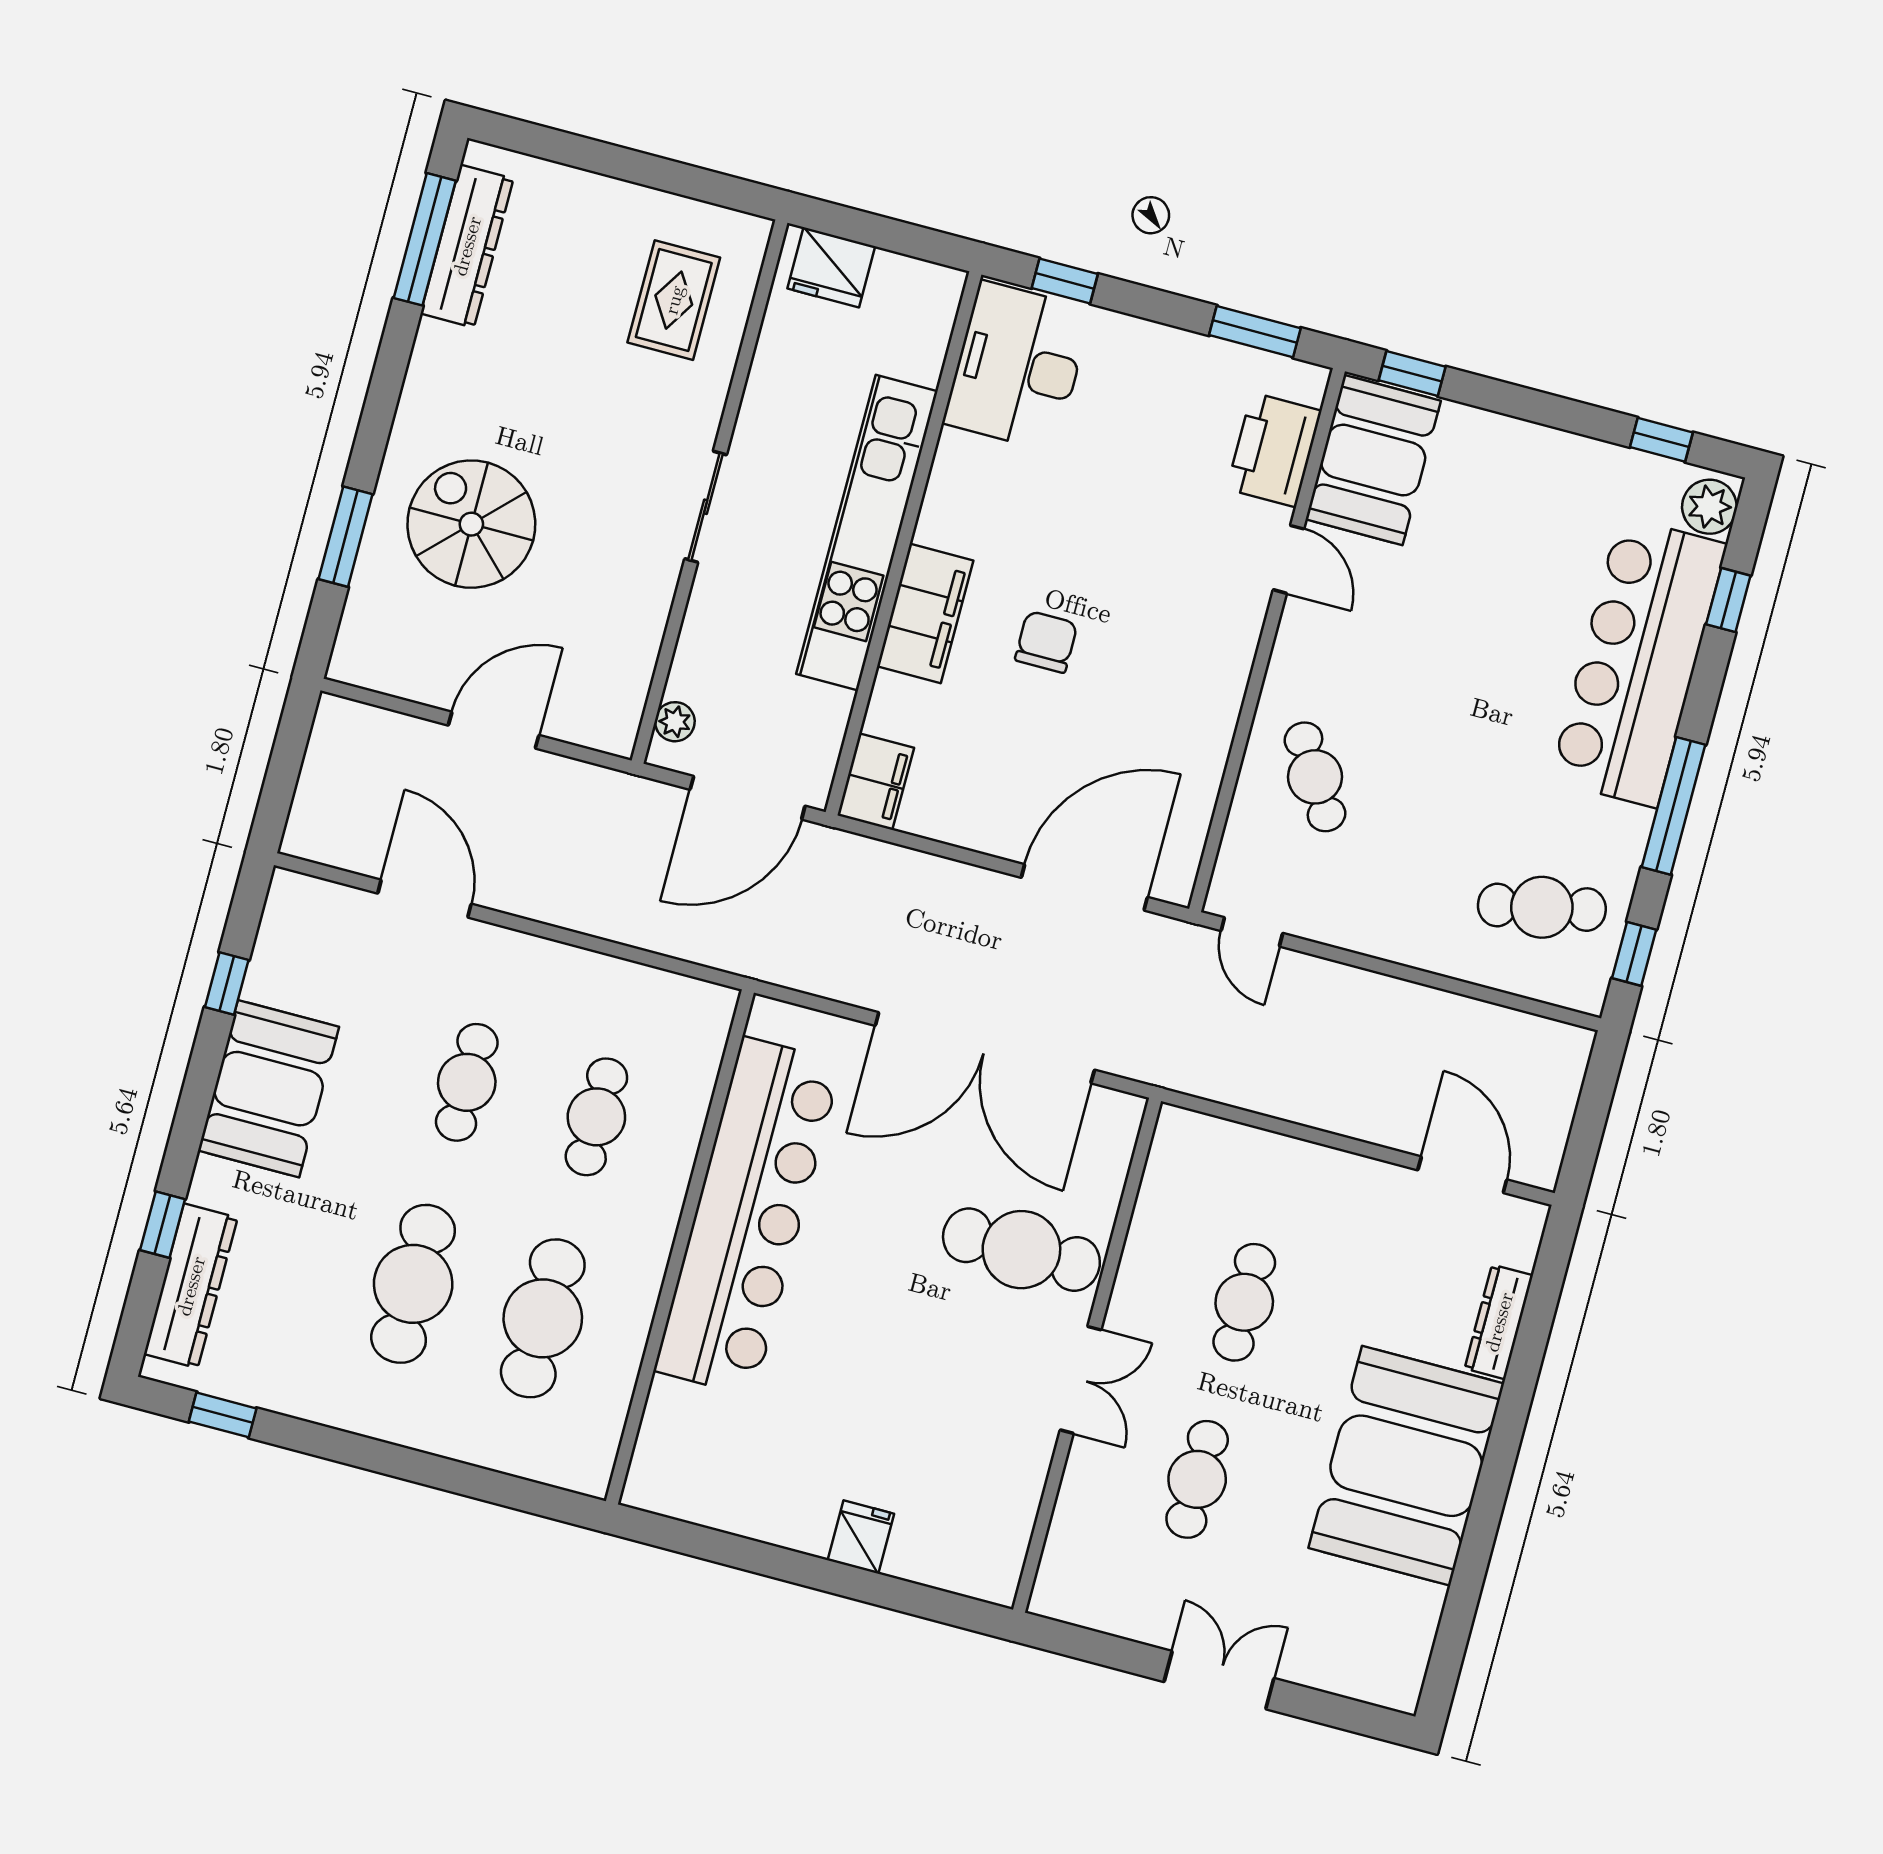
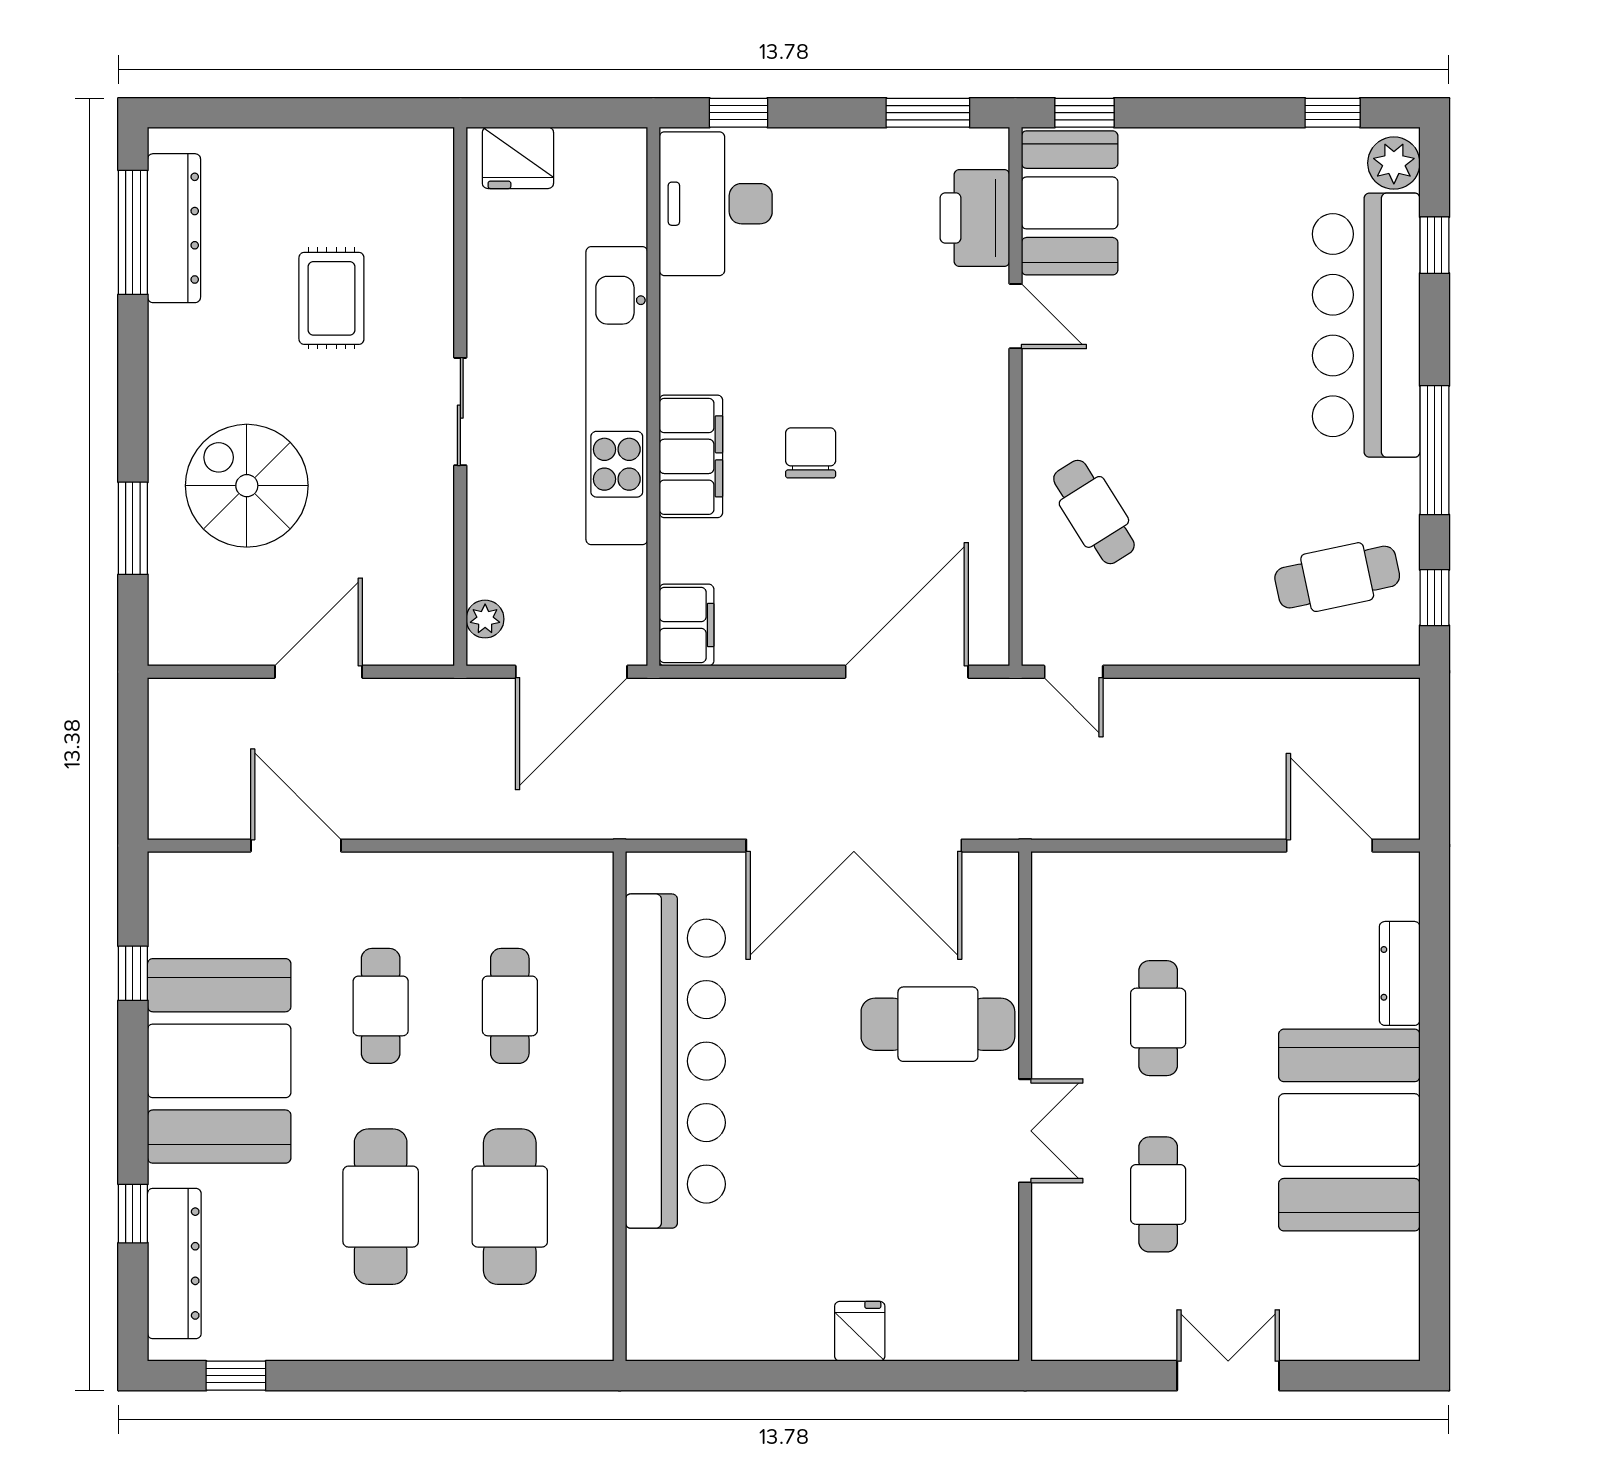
rug: (674, 300) -> (331, 298), moved
booth: (268, 1089) -> (219, 1061), width x1.36, depth x1.42

